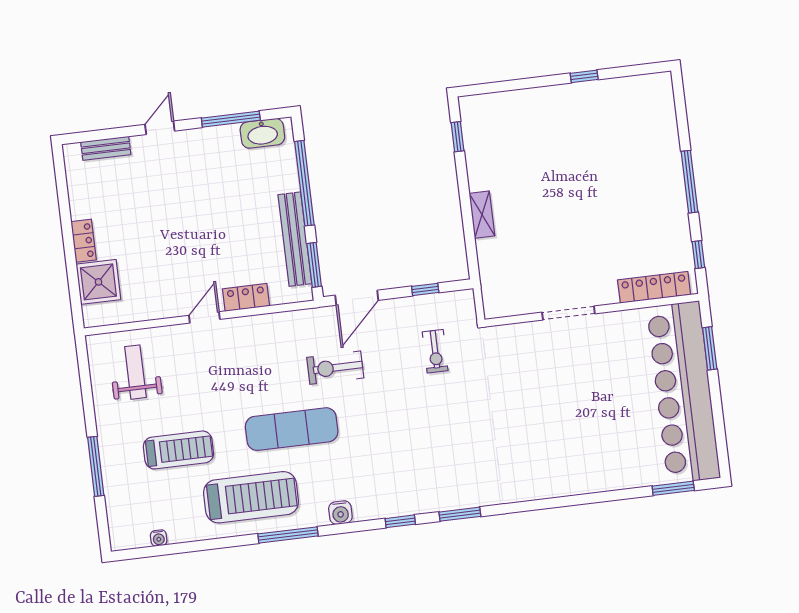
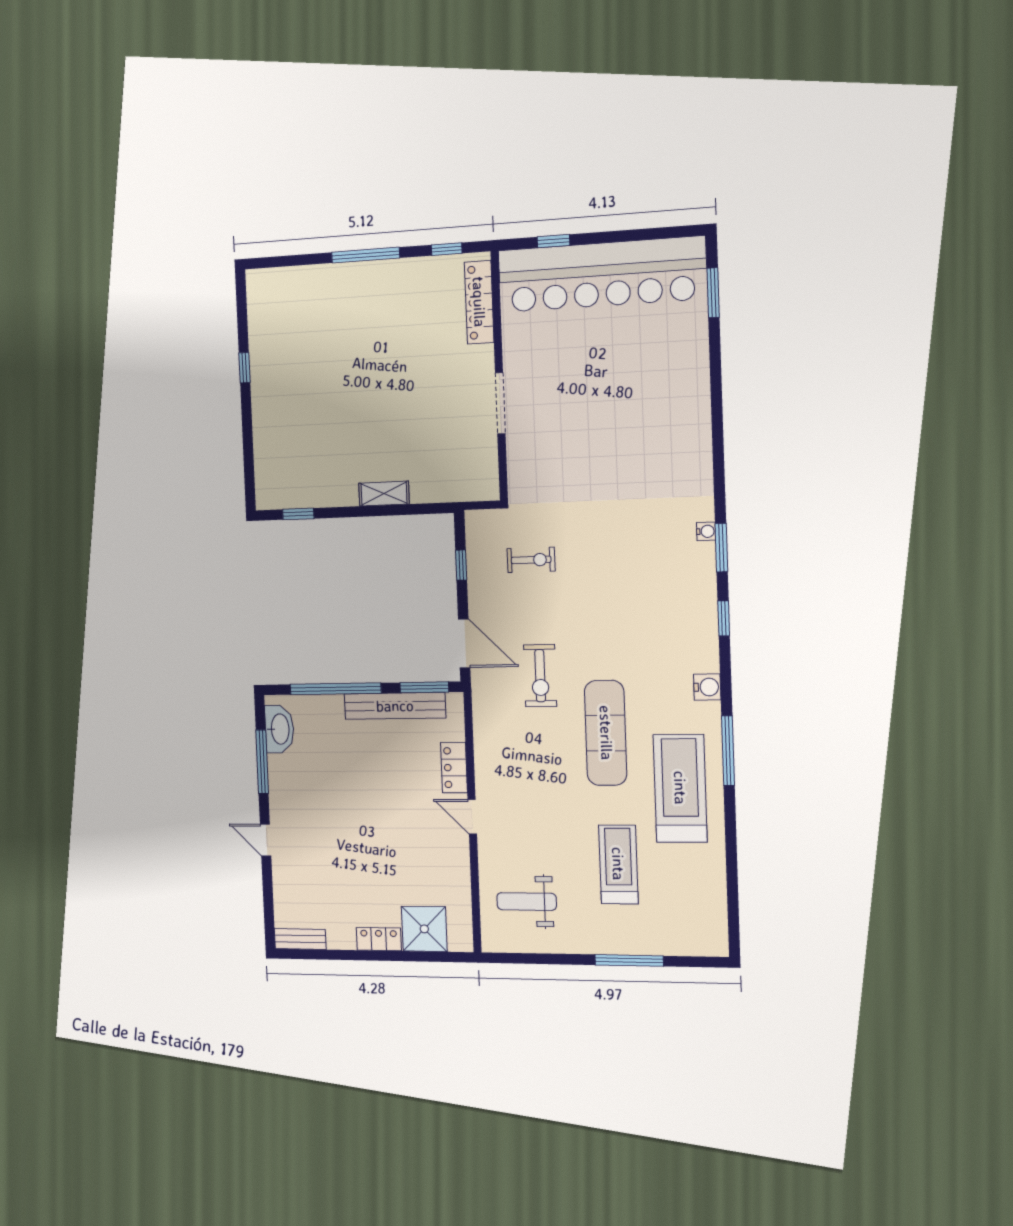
bench: (106, 148) -> (300, 939), moved, turned 90
window: (710, 348) -> (553, 241), width x0.67
water cooler: (159, 538) -> (706, 531), moved

